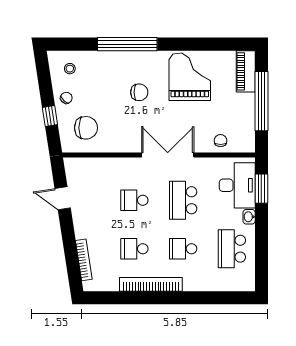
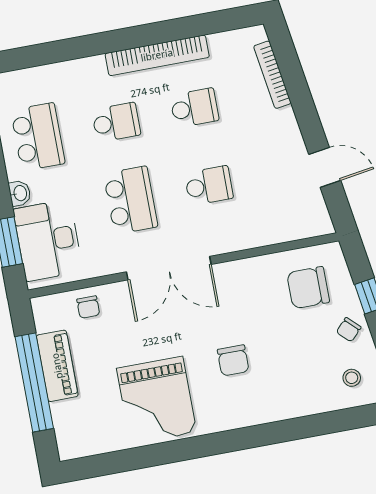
window: (127, 44) -> (267, 434), removed
piano: (246, 71) -> (57, 366), moved
chair: (139, 92) -> (233, 360), turned -90

